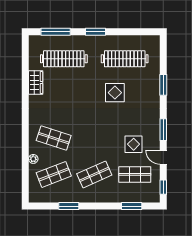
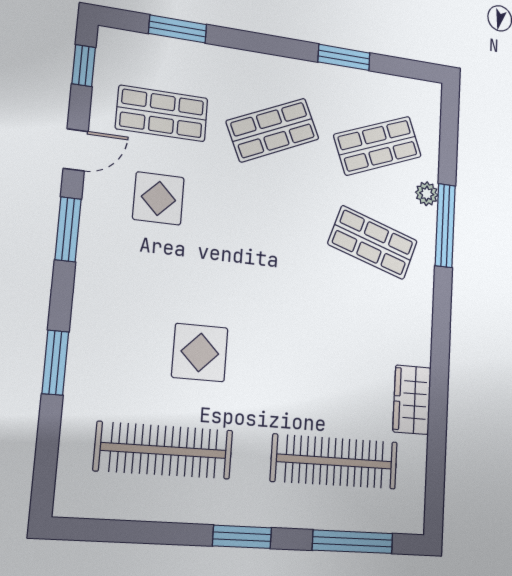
window: (25, 148) -> (445, 225), added
door: (163, 157) -> (76, 150), hinge flipped

